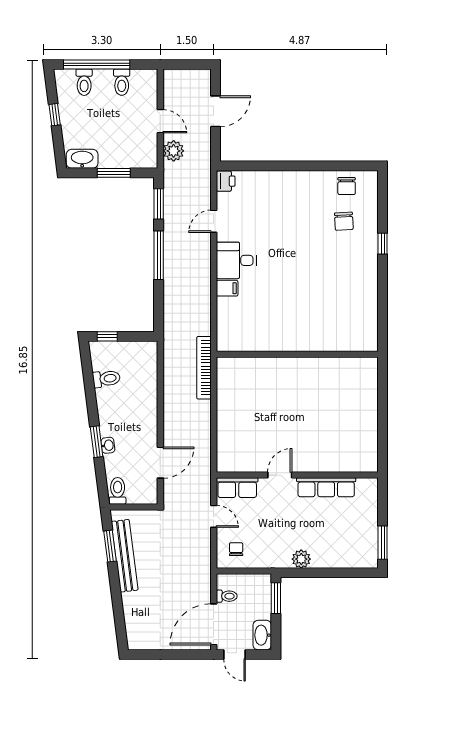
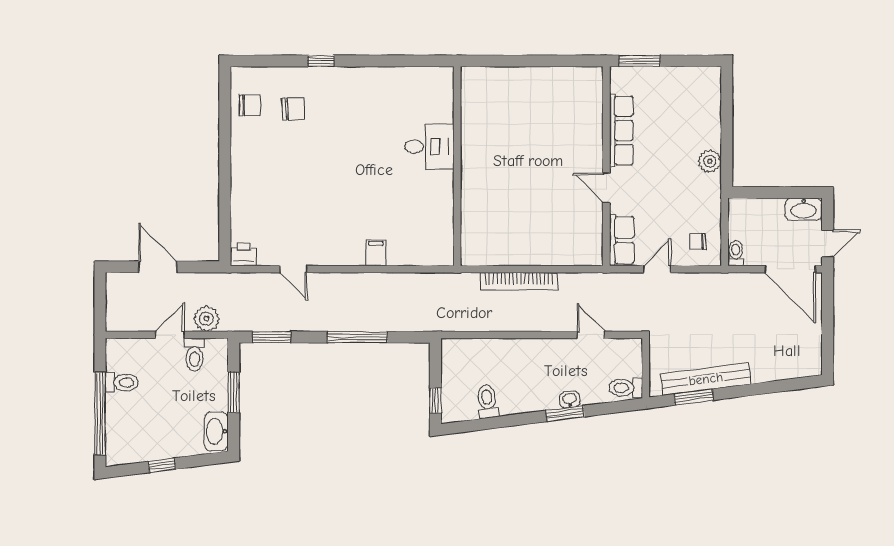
toilet: (84, 82) -> (194, 355), moved, turned 90
window: (159, 255) -> (357, 337), moved
desk: (236, 260) -> (429, 147), moved, turned -90
bookcase: (204, 368) -> (519, 281), moved
door: (160, 463) -> (591, 335), width x0.73
window: (383, 543) -> (639, 61), moved
toilet: (227, 596) -> (736, 253), moved
window: (276, 598) -> (758, 192), removed

